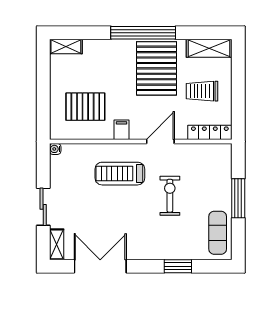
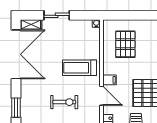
filing cabinet: (121, 130) -> (109, 80), moved
treadmill: (120, 174) -> (79, 68), turned -90
double door: (100, 266) -> (16, 54), width x1.36

